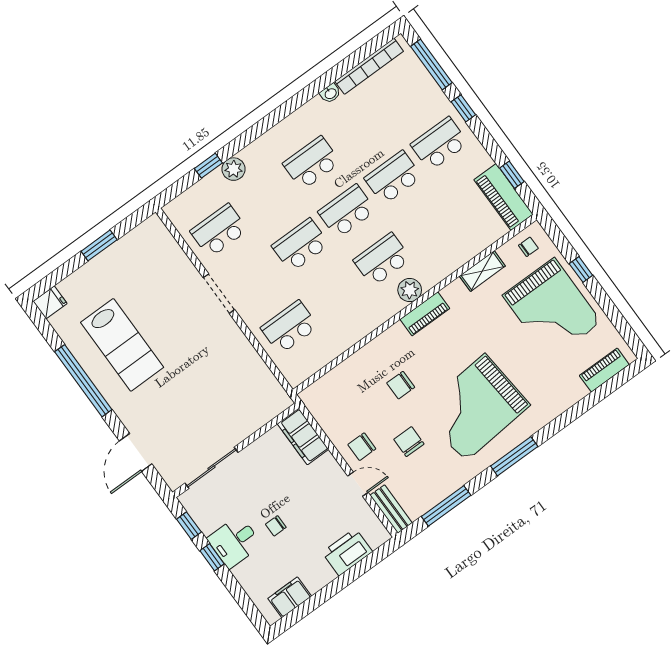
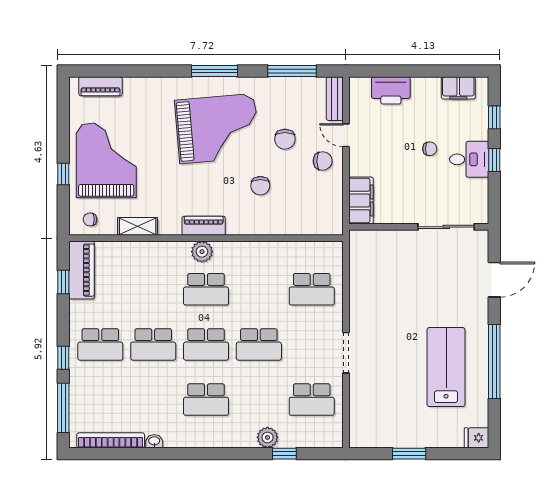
chair: (401, 385) -> (260, 186), turned 90
window: (189, 526) -> (494, 117), moved

